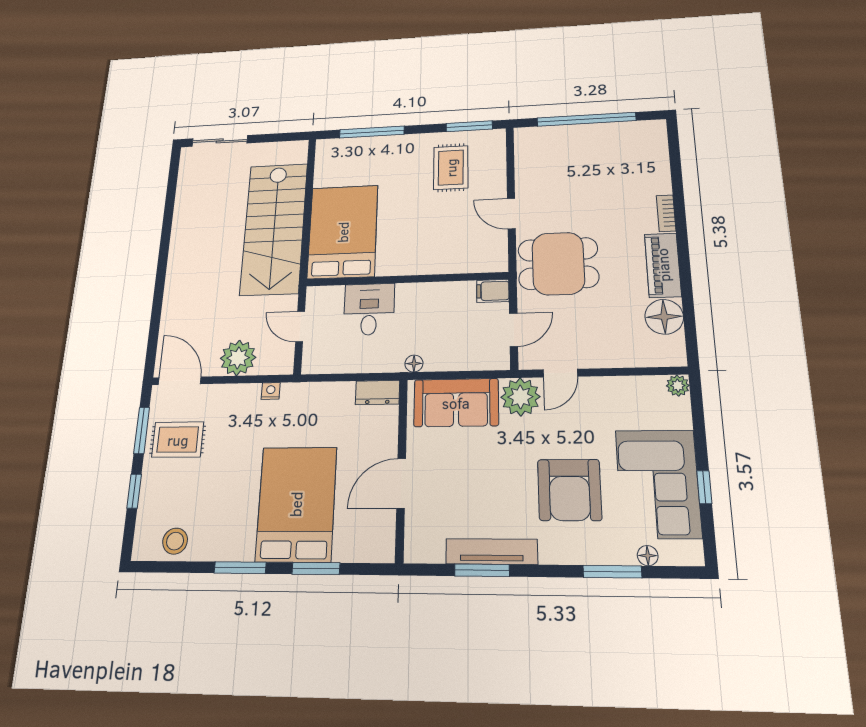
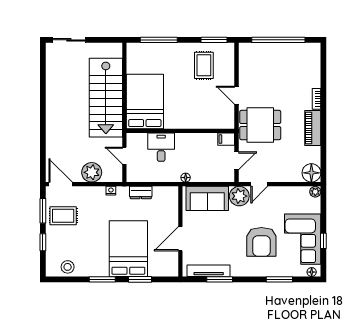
floor lamp: (664, 317) -> (311, 173), moved
dresser: (378, 393) -> (141, 193), moved
tv unit: (492, 552) -> (209, 271), moved
floor lamp: (648, 556) -> (312, 272), moved

